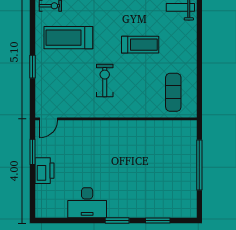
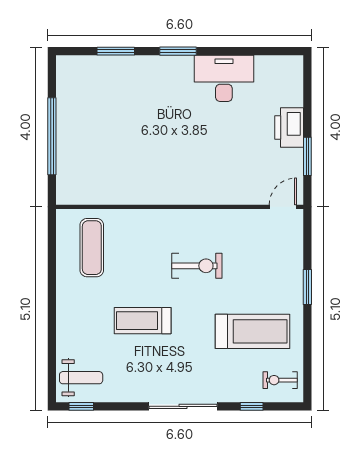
exercise bike: (105, 80) -> (197, 266), turned -90

